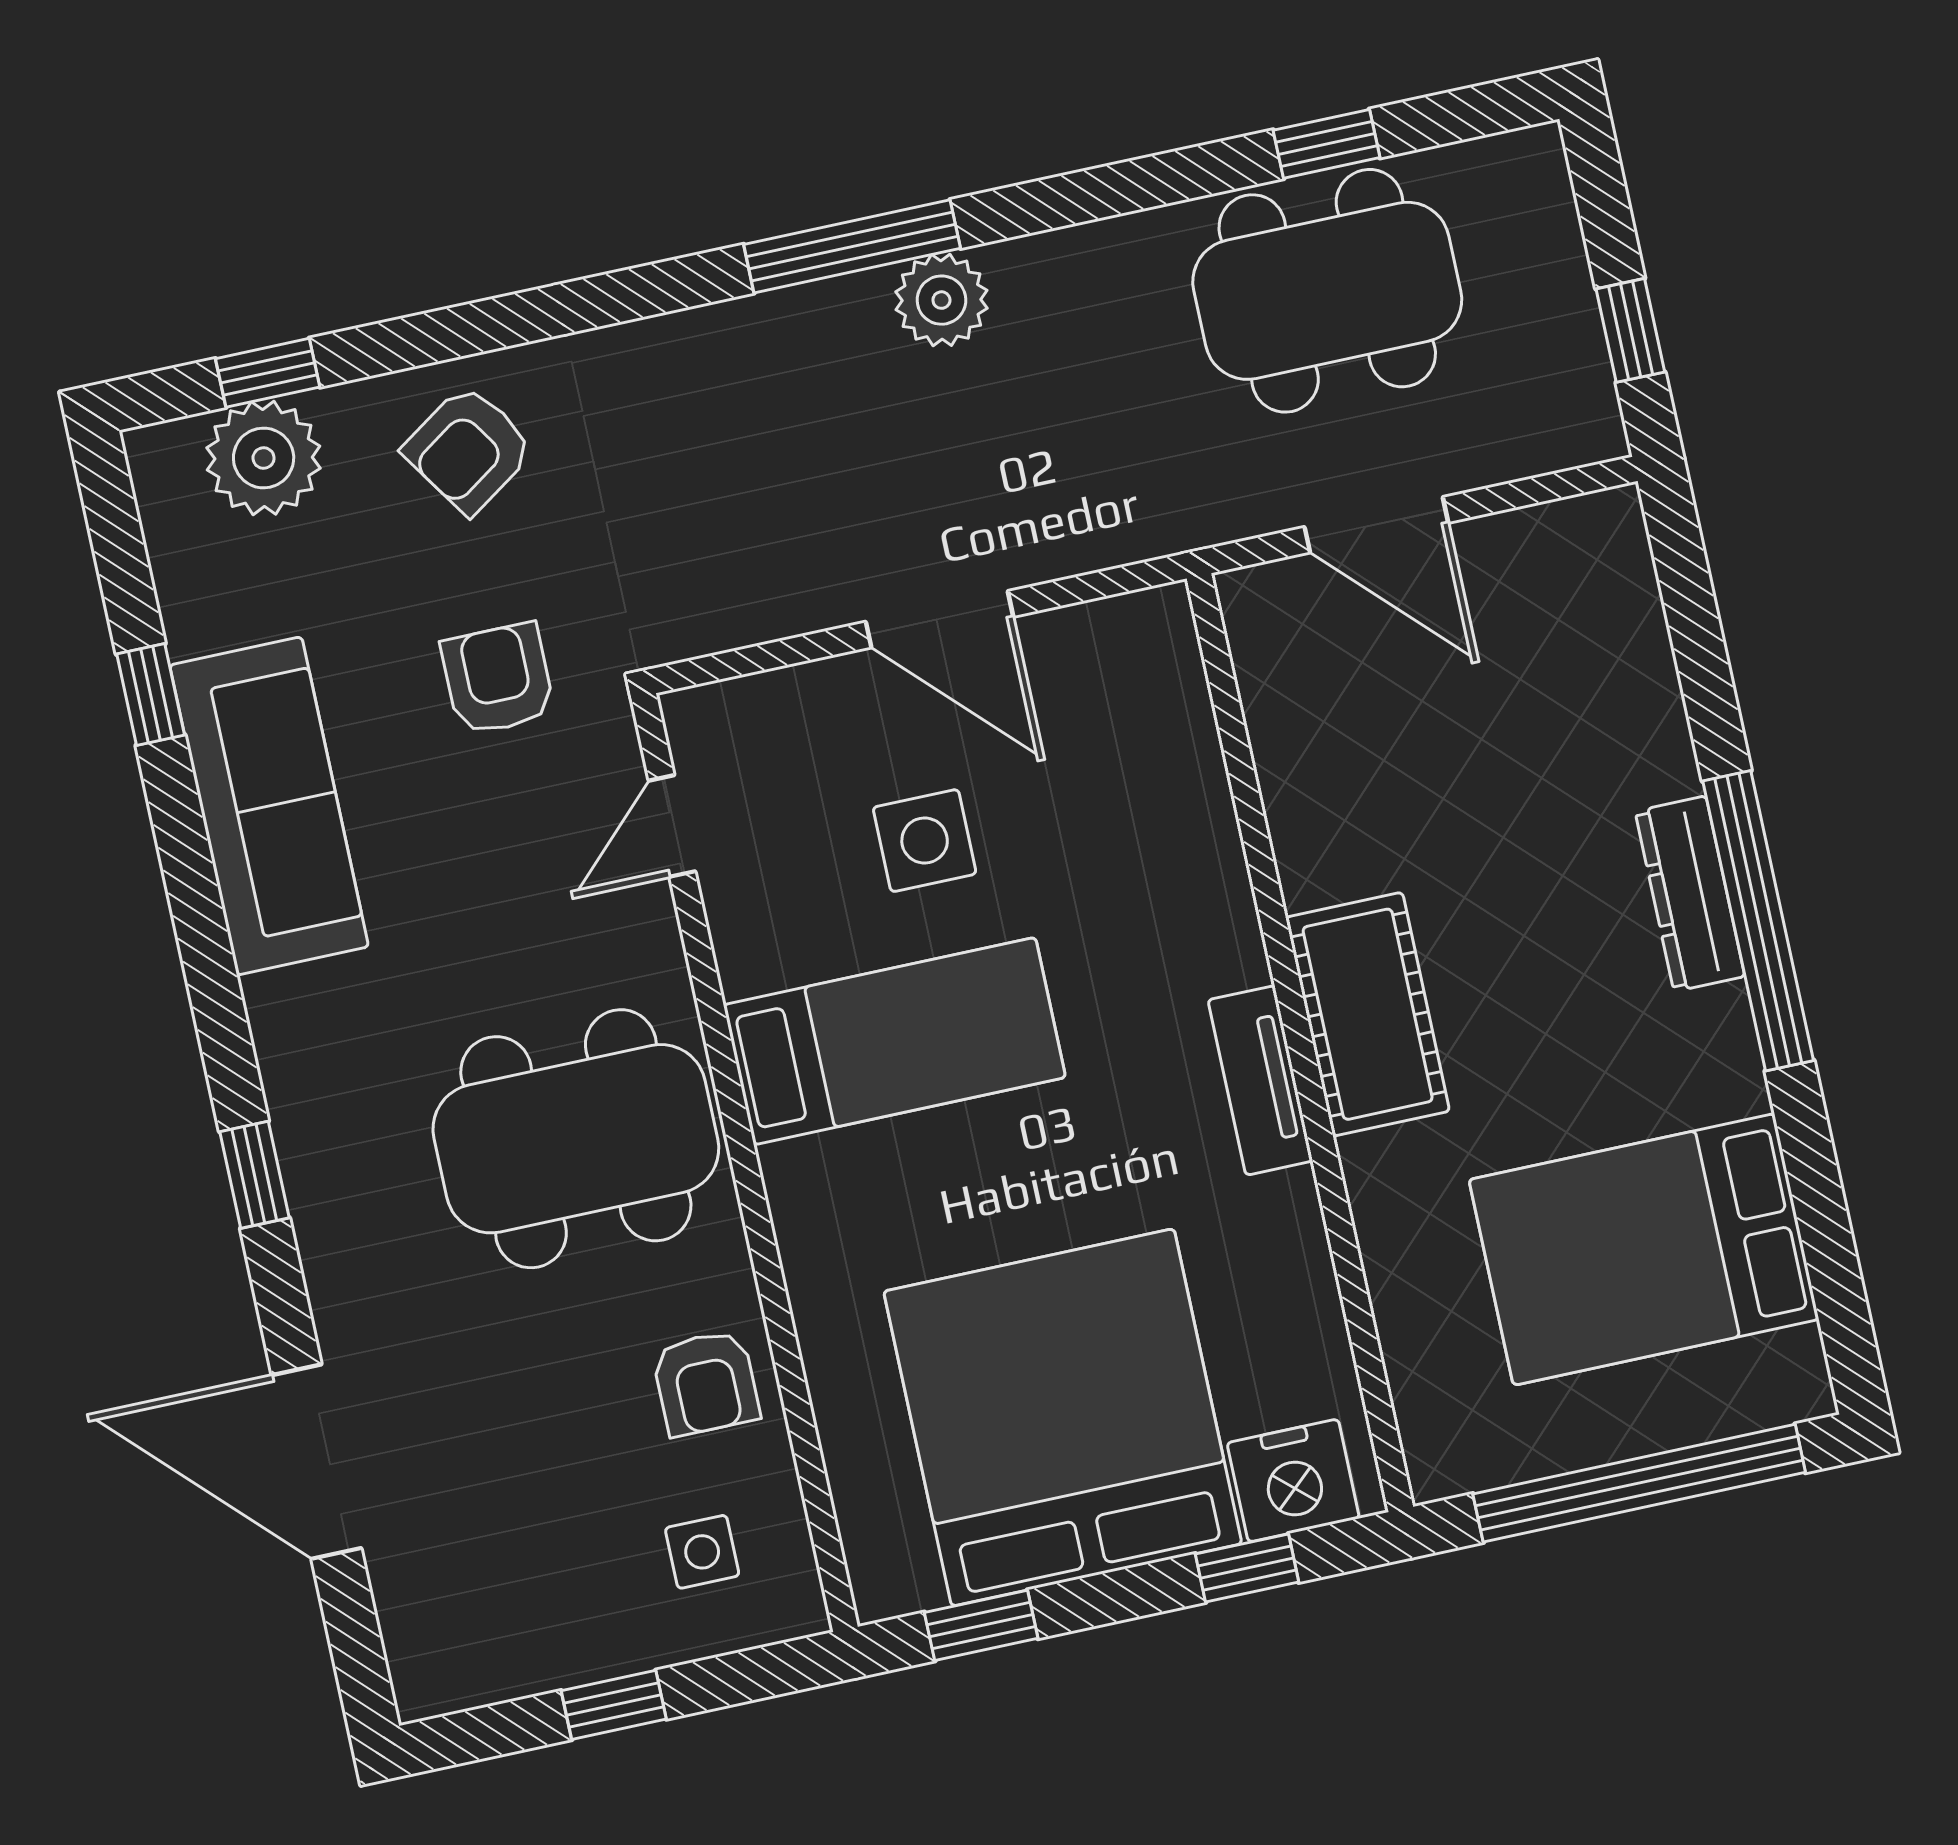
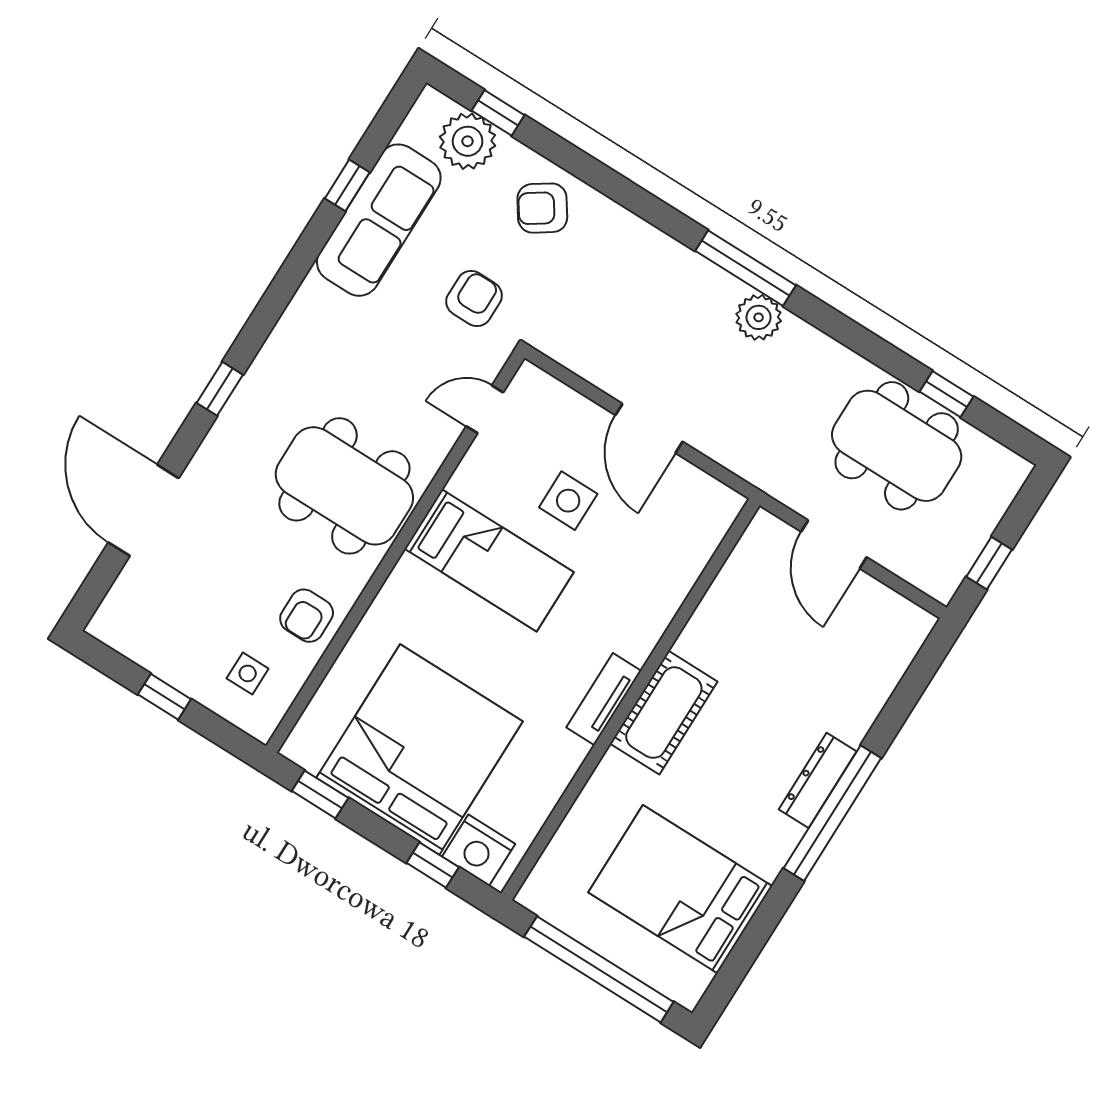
sofa: (269, 806) -> (379, 220), moved

